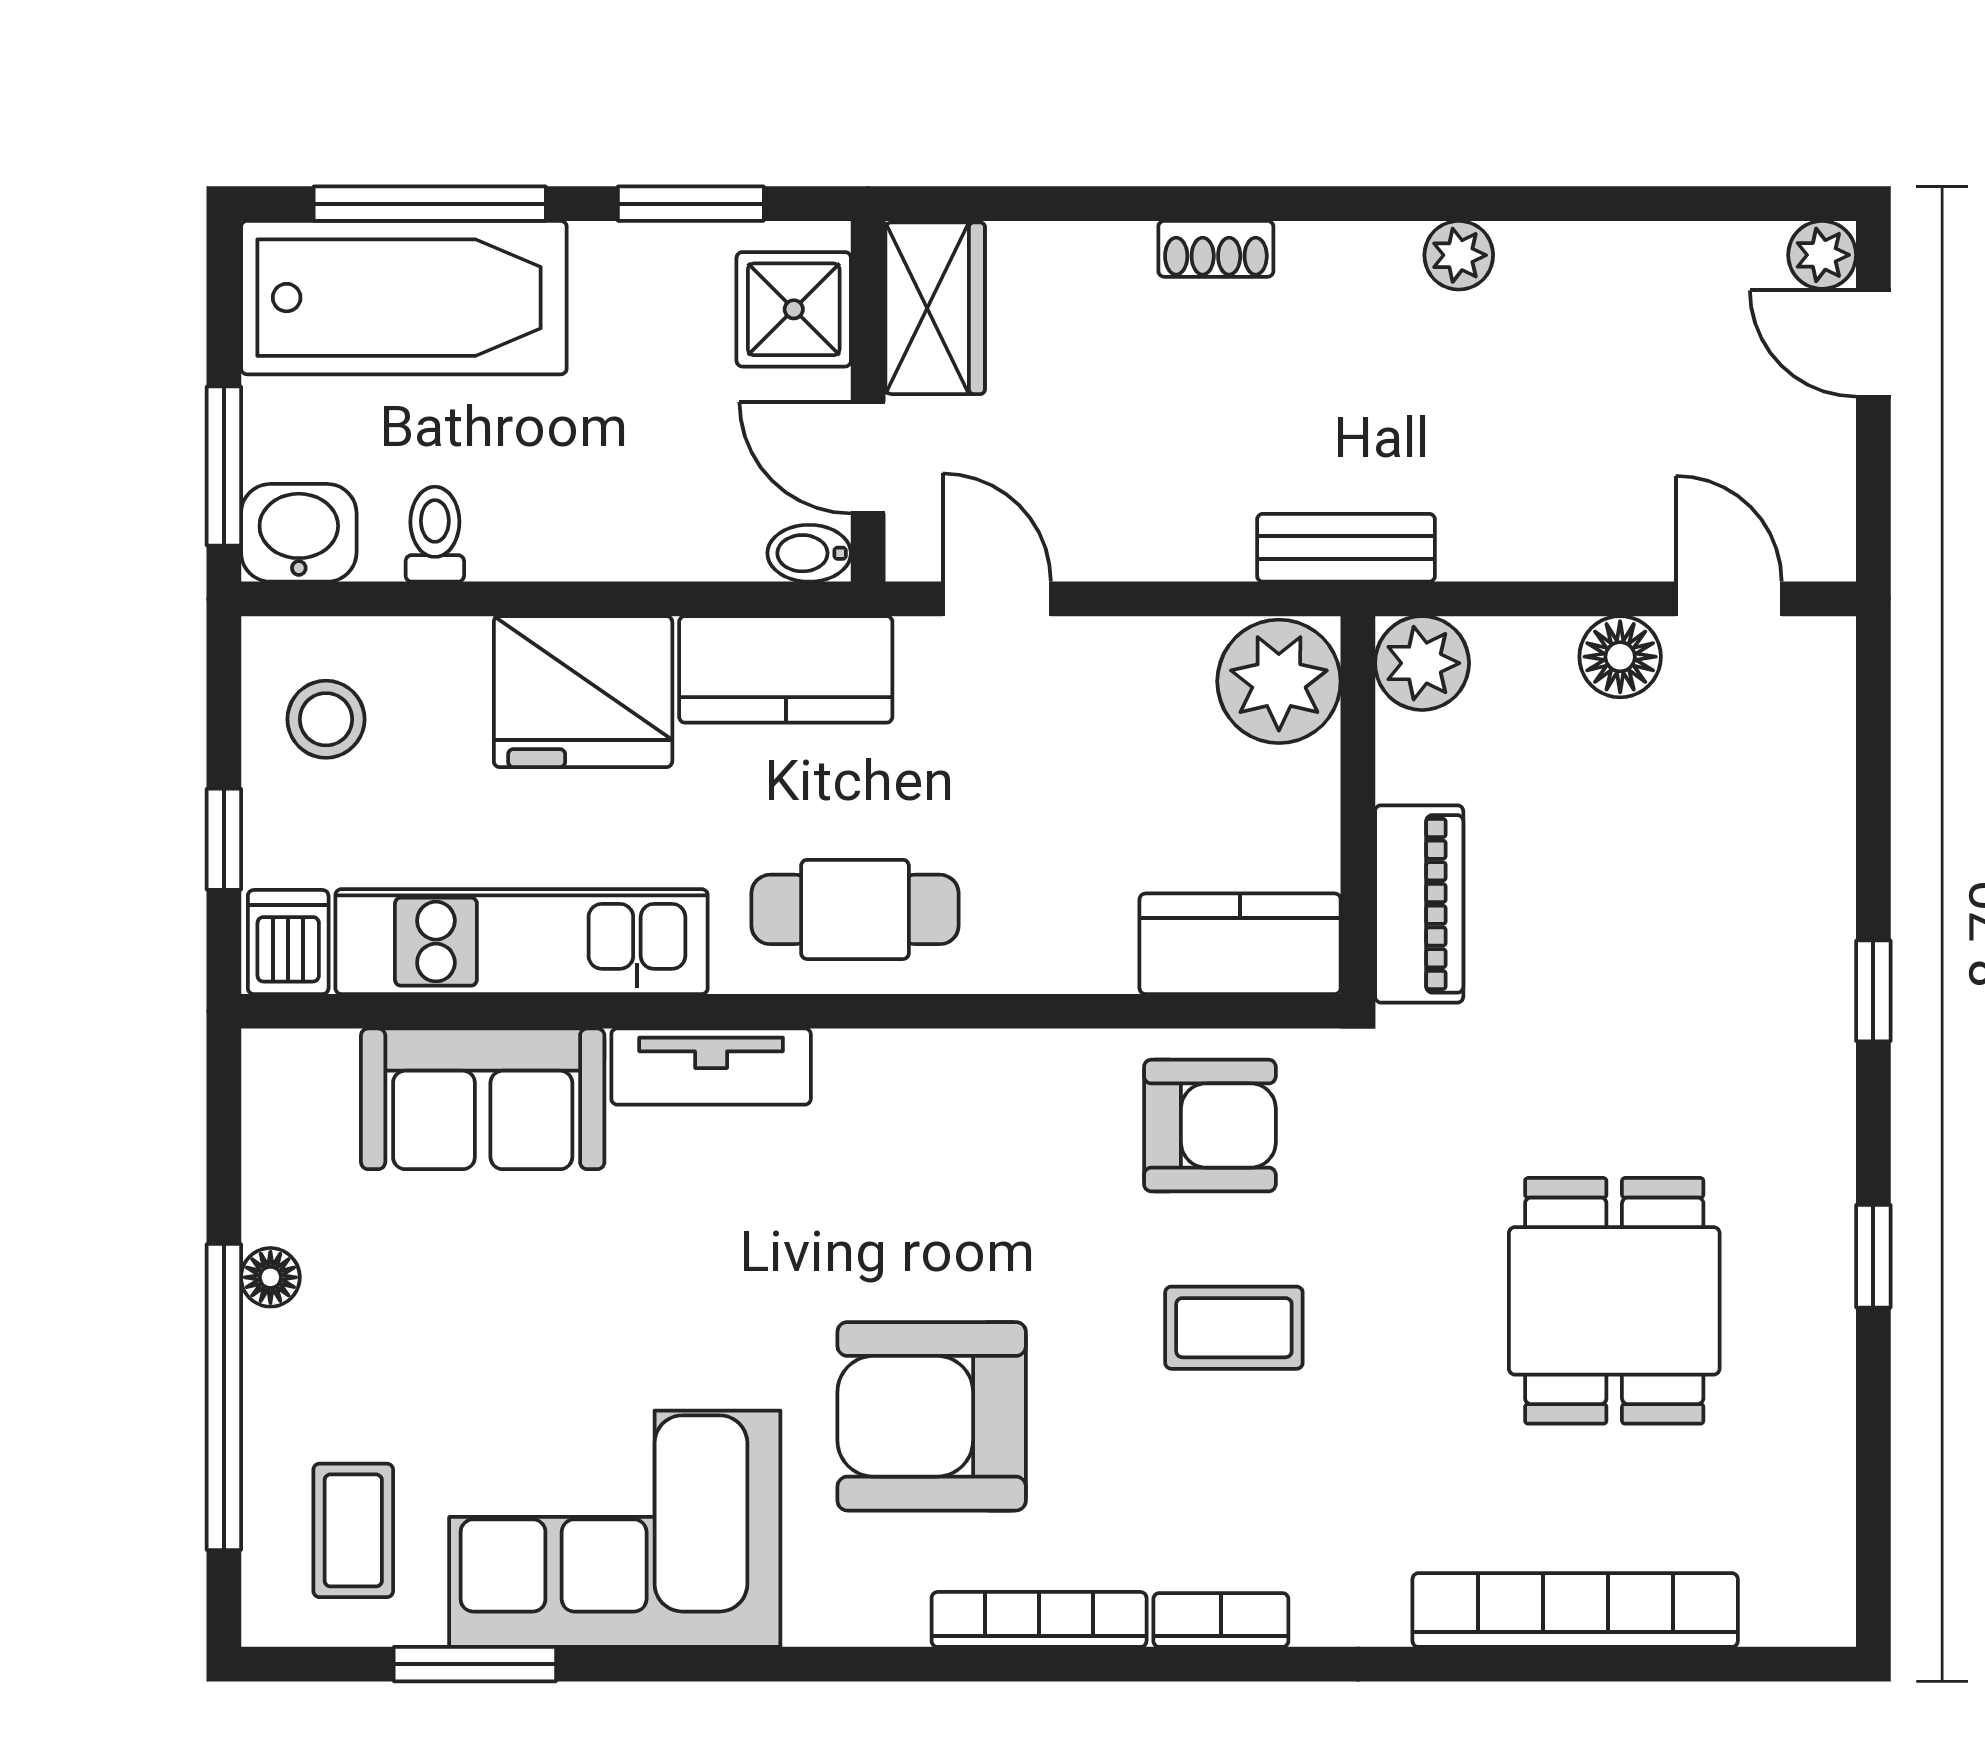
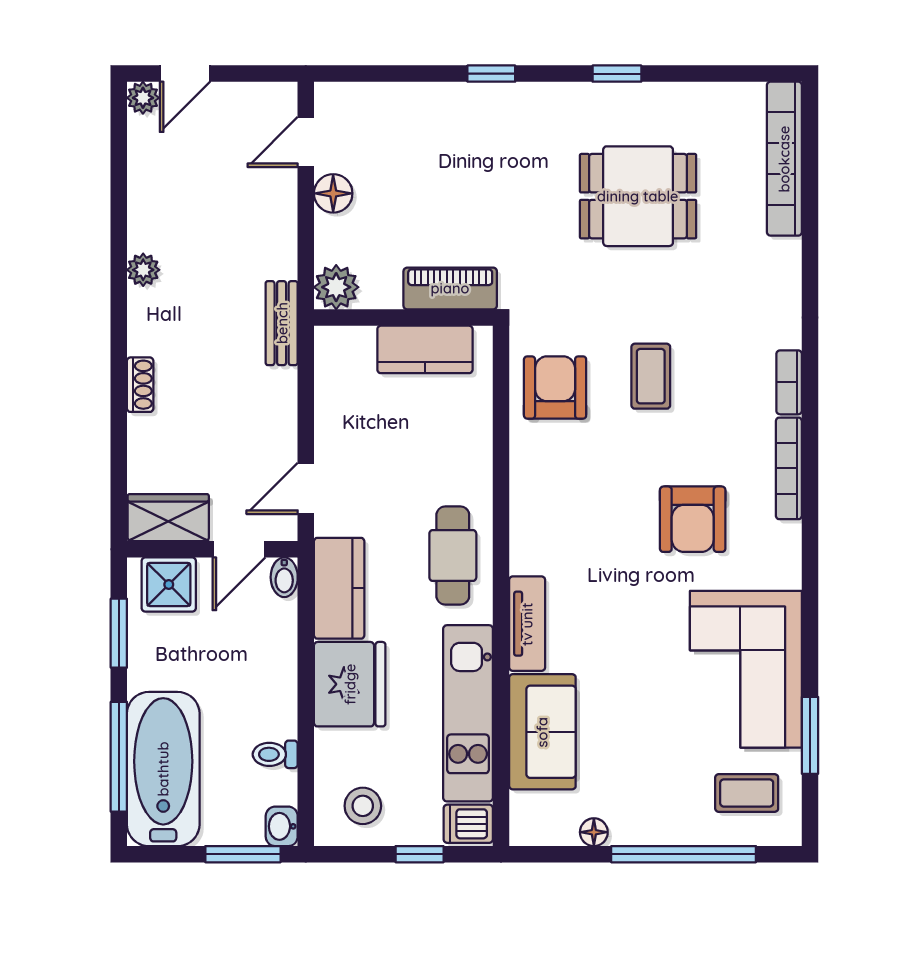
washbasin: (299, 533) -> (282, 826), width x0.72, depth x0.69
plant: (1279, 681) -> (345, 355), removed
kitchen counter: (1240, 944) -> (425, 349), moved, turned -90
floor lamp: (270, 1277) -> (594, 832), moved
armchair: (932, 1416) -> (693, 519), width x0.73, depth x0.73
bookcase: (1575, 1610) -> (784, 159), moved

